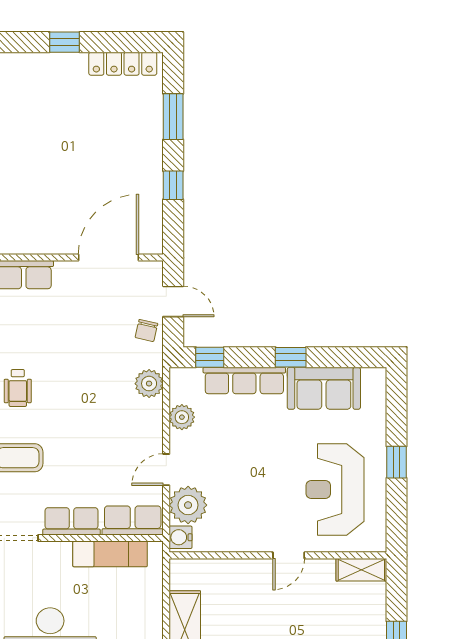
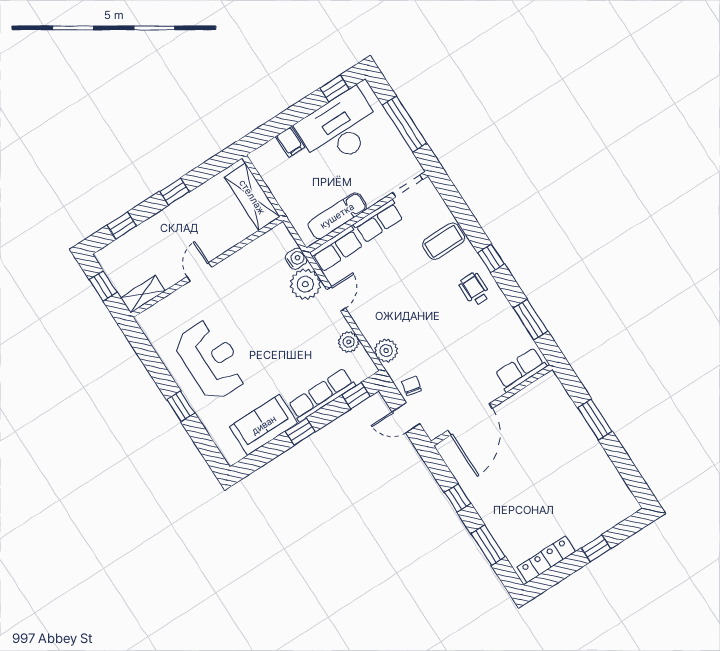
wall: (278, 555) -> (207, 267), moved
door: (289, 555) -> (199, 272), moved
shelving: (361, 570) -> (143, 294), moved

